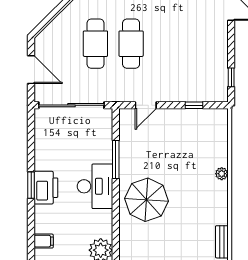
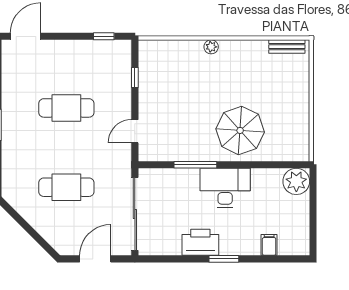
cafe table: (131, 44) -> (66, 108), moved
door: (146, 105) -> (135, 131), swing flipped
printer: (46, 188) -> (200, 242), moved
filing cabinet: (44, 241) -> (269, 245), moved

